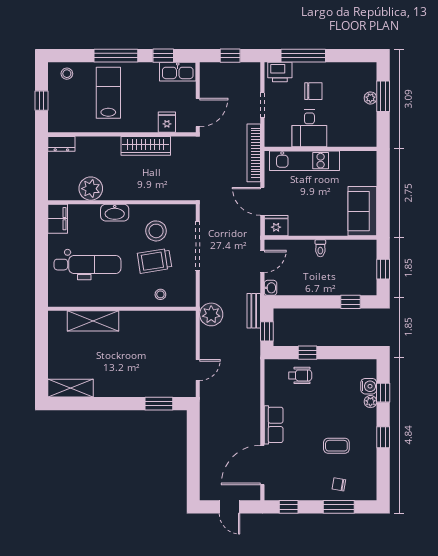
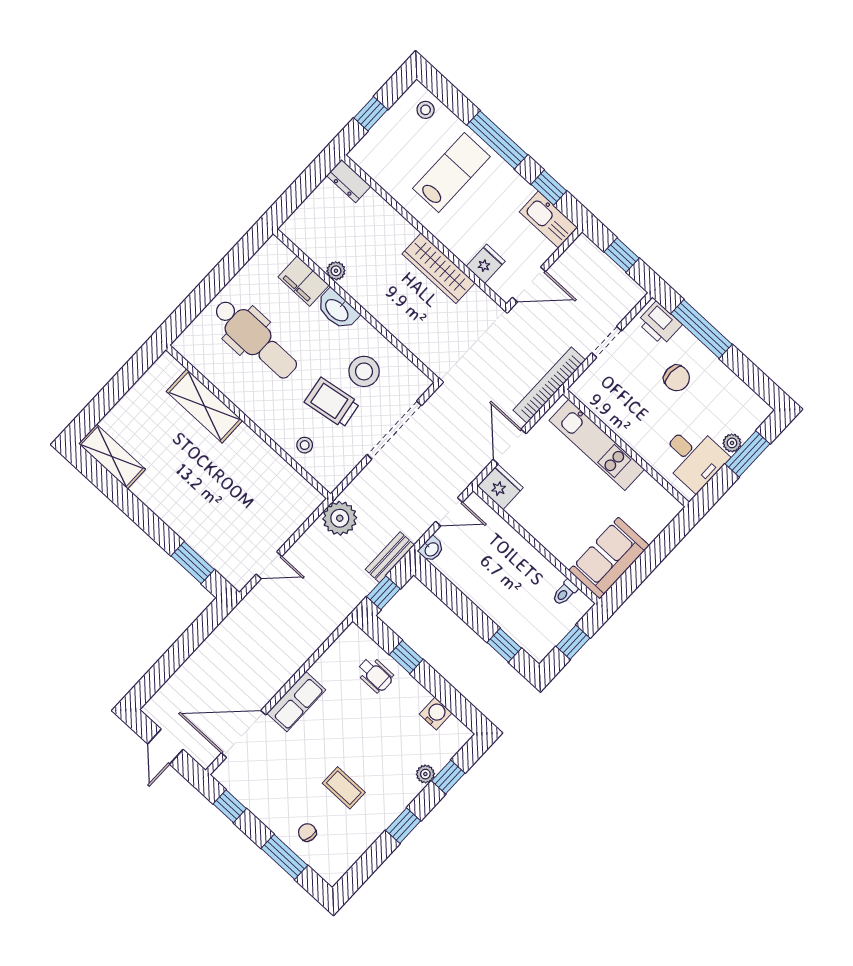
desk: (309, 128) -> (694, 457), moved, turned -90
plant: (91, 189) -> (336, 271), width x0.53, depth x0.53
filing cabinet: (58, 219) -> (304, 281), moved, turned 90
toilet: (320, 248) -> (565, 592), moved
water cooler: (369, 386) -> (436, 713), moved, turned -90

